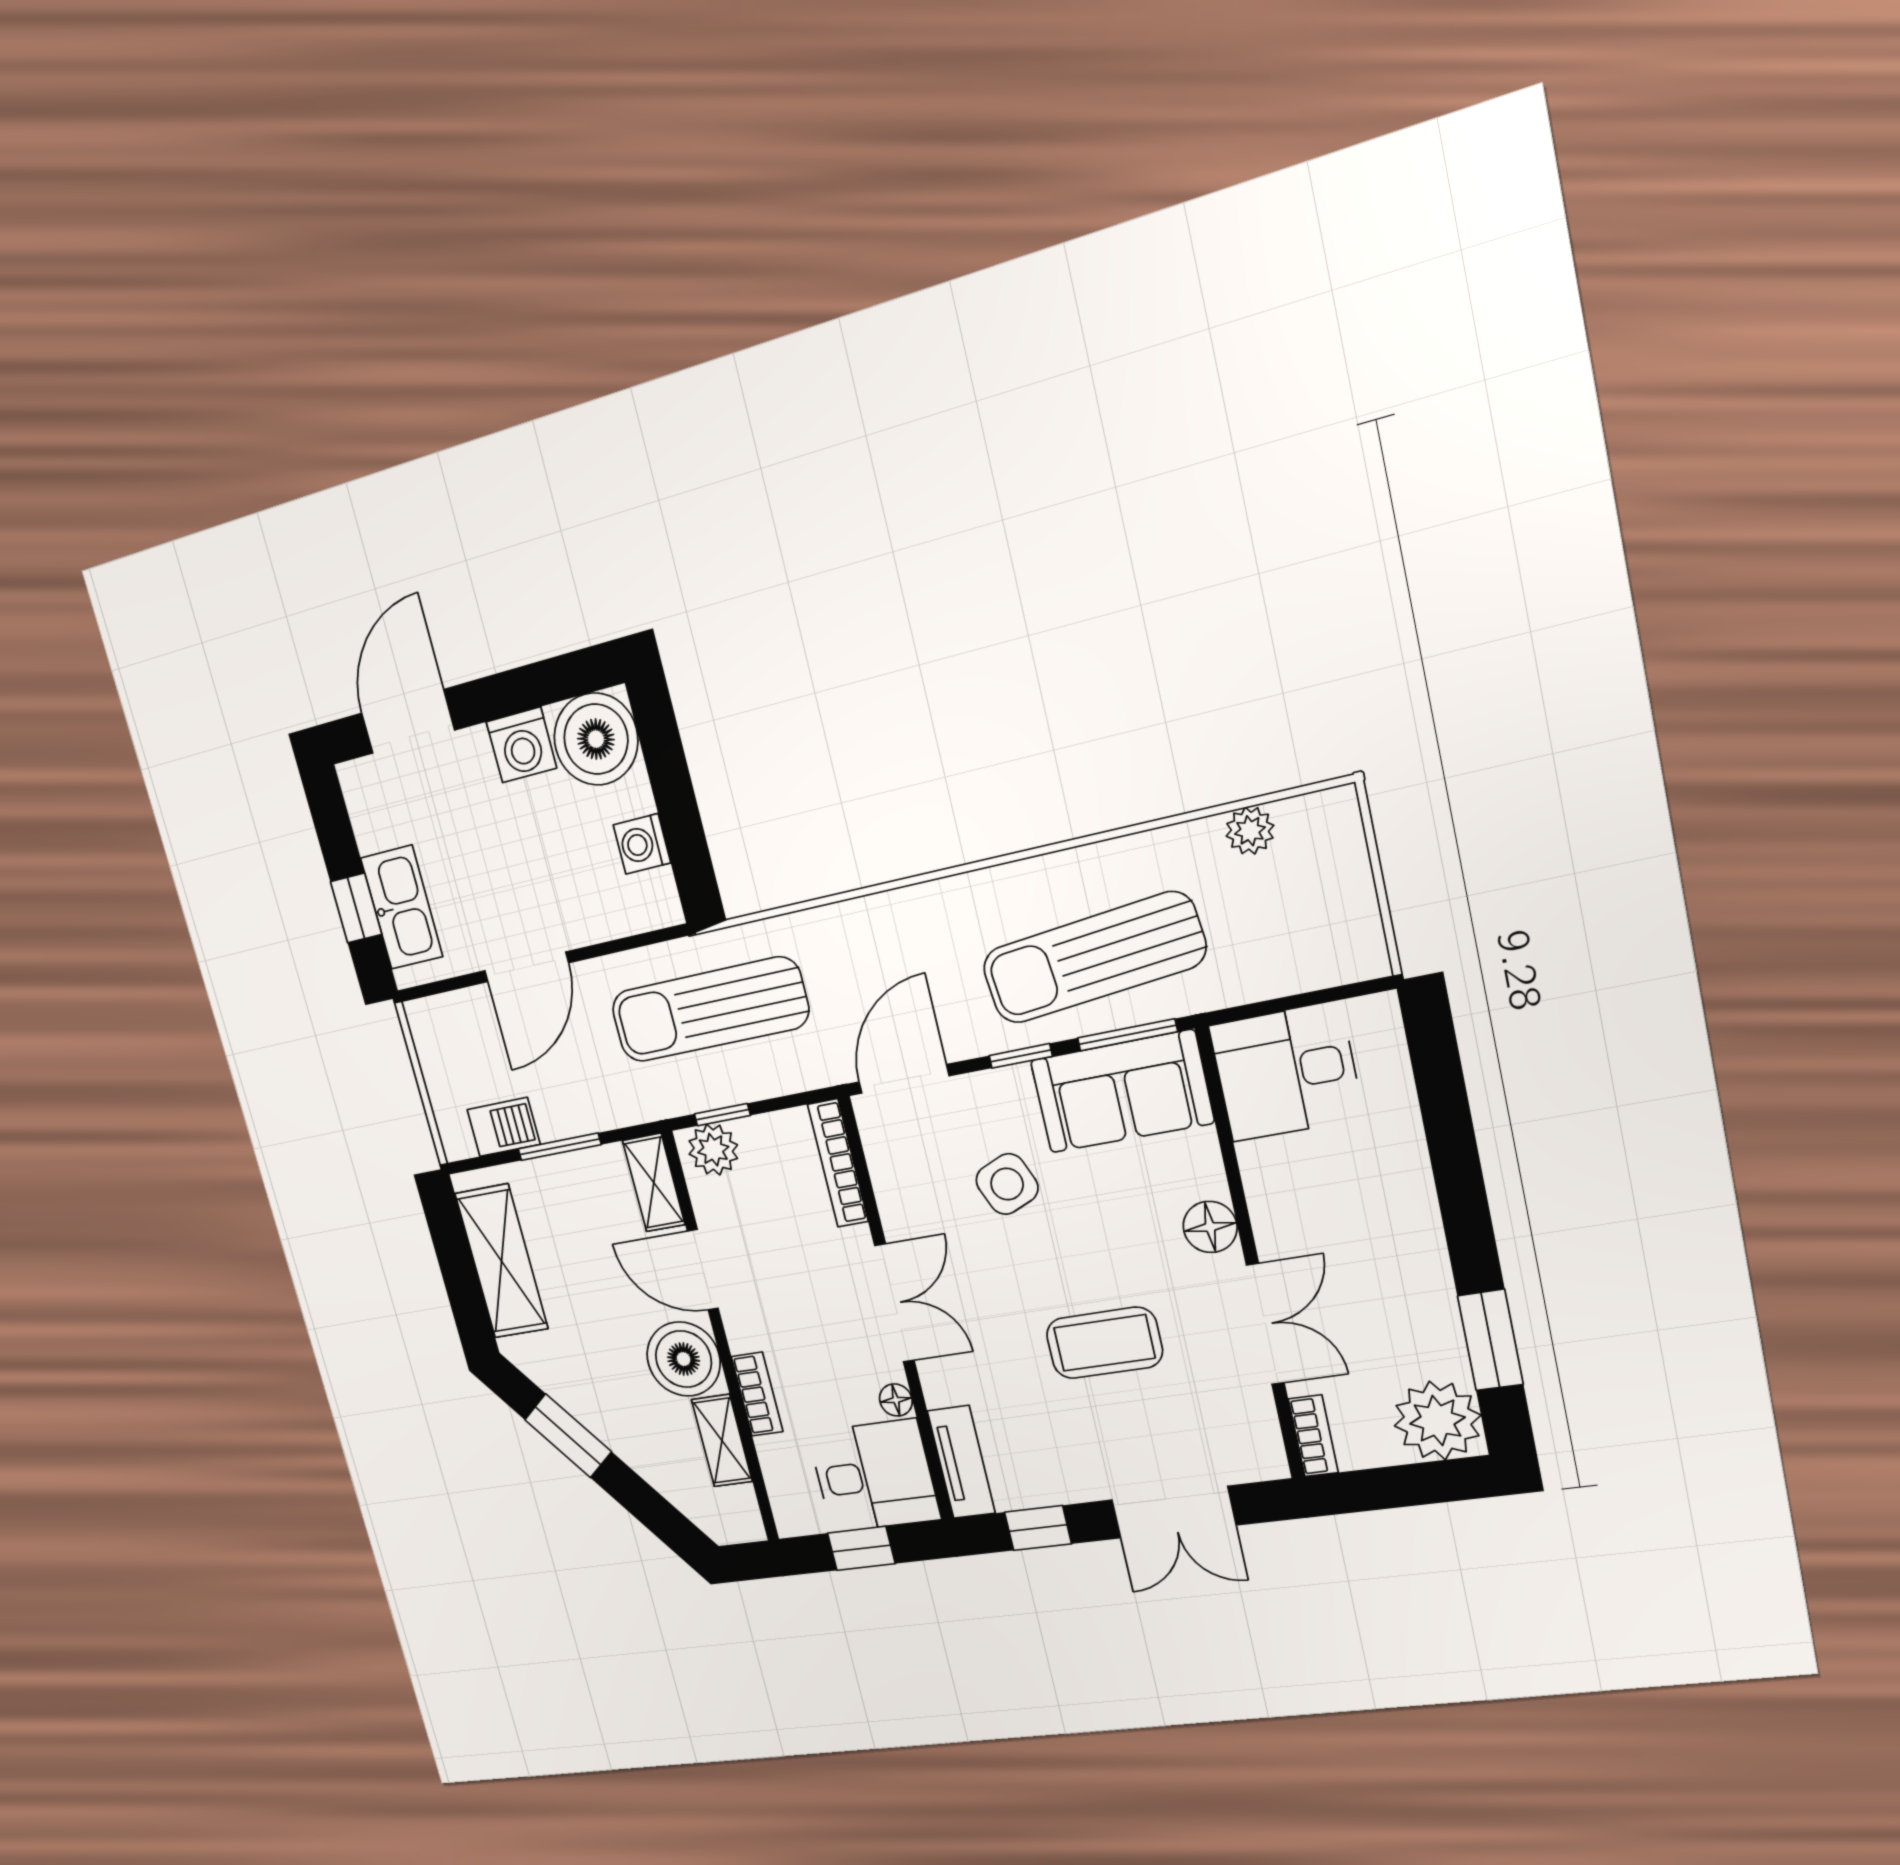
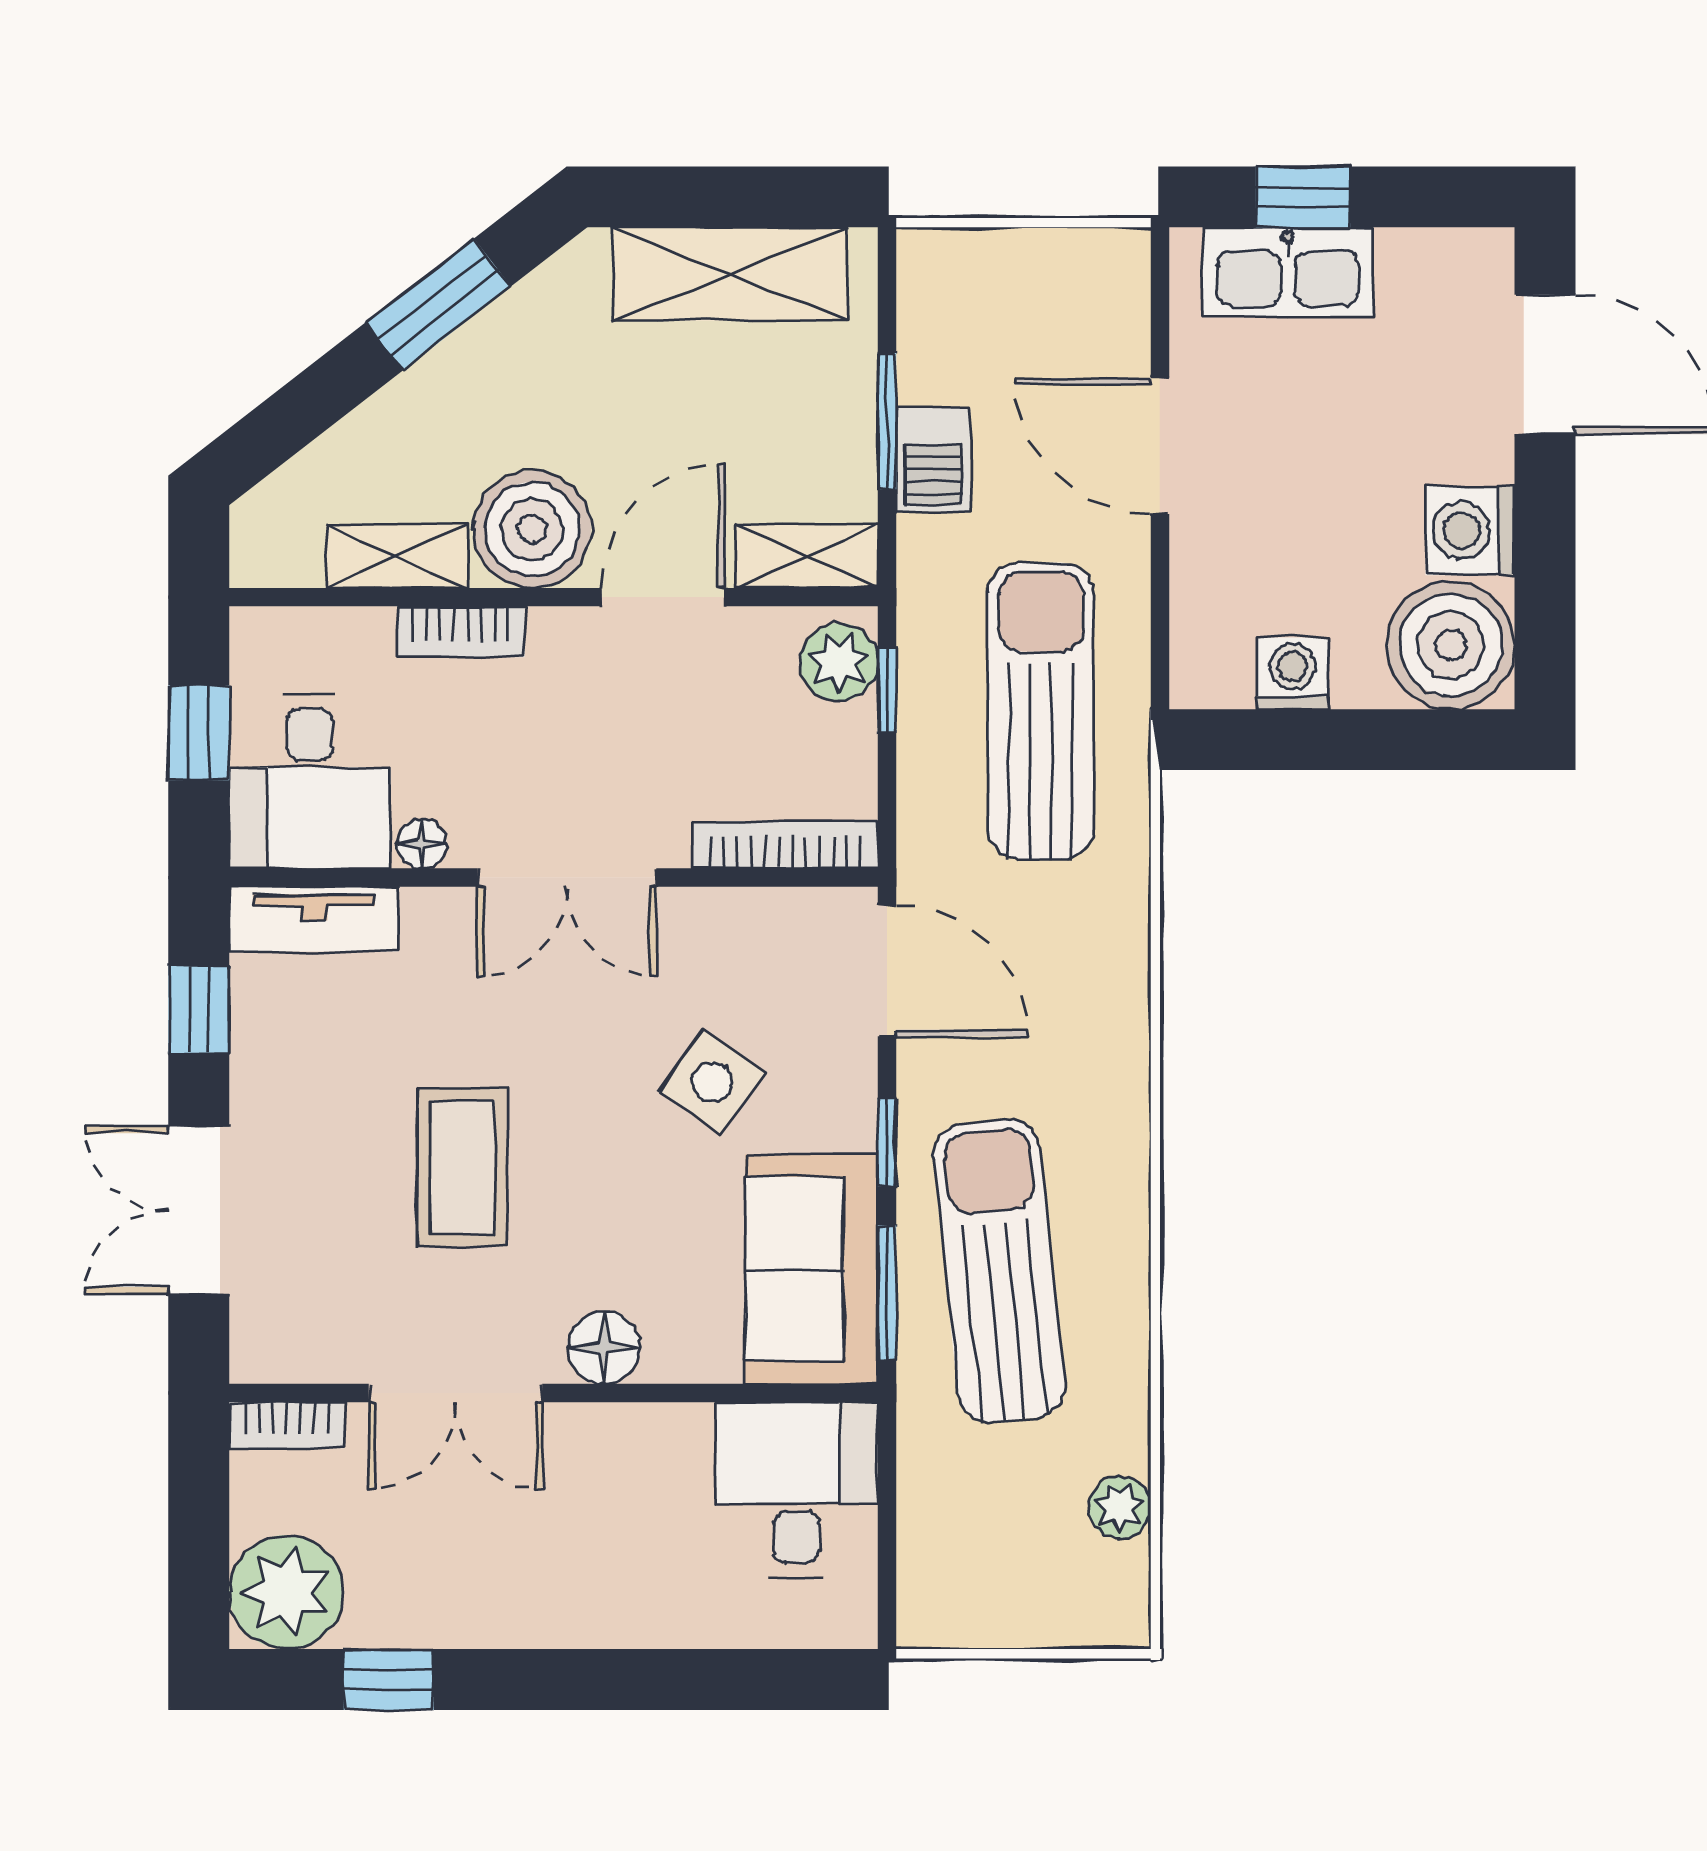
barbecue: (504, 1127) -> (933, 460), moved
side table: (1007, 1184) -> (712, 1082), turned -32
window: (1490, 1340) -> (389, 1680), width x0.67

